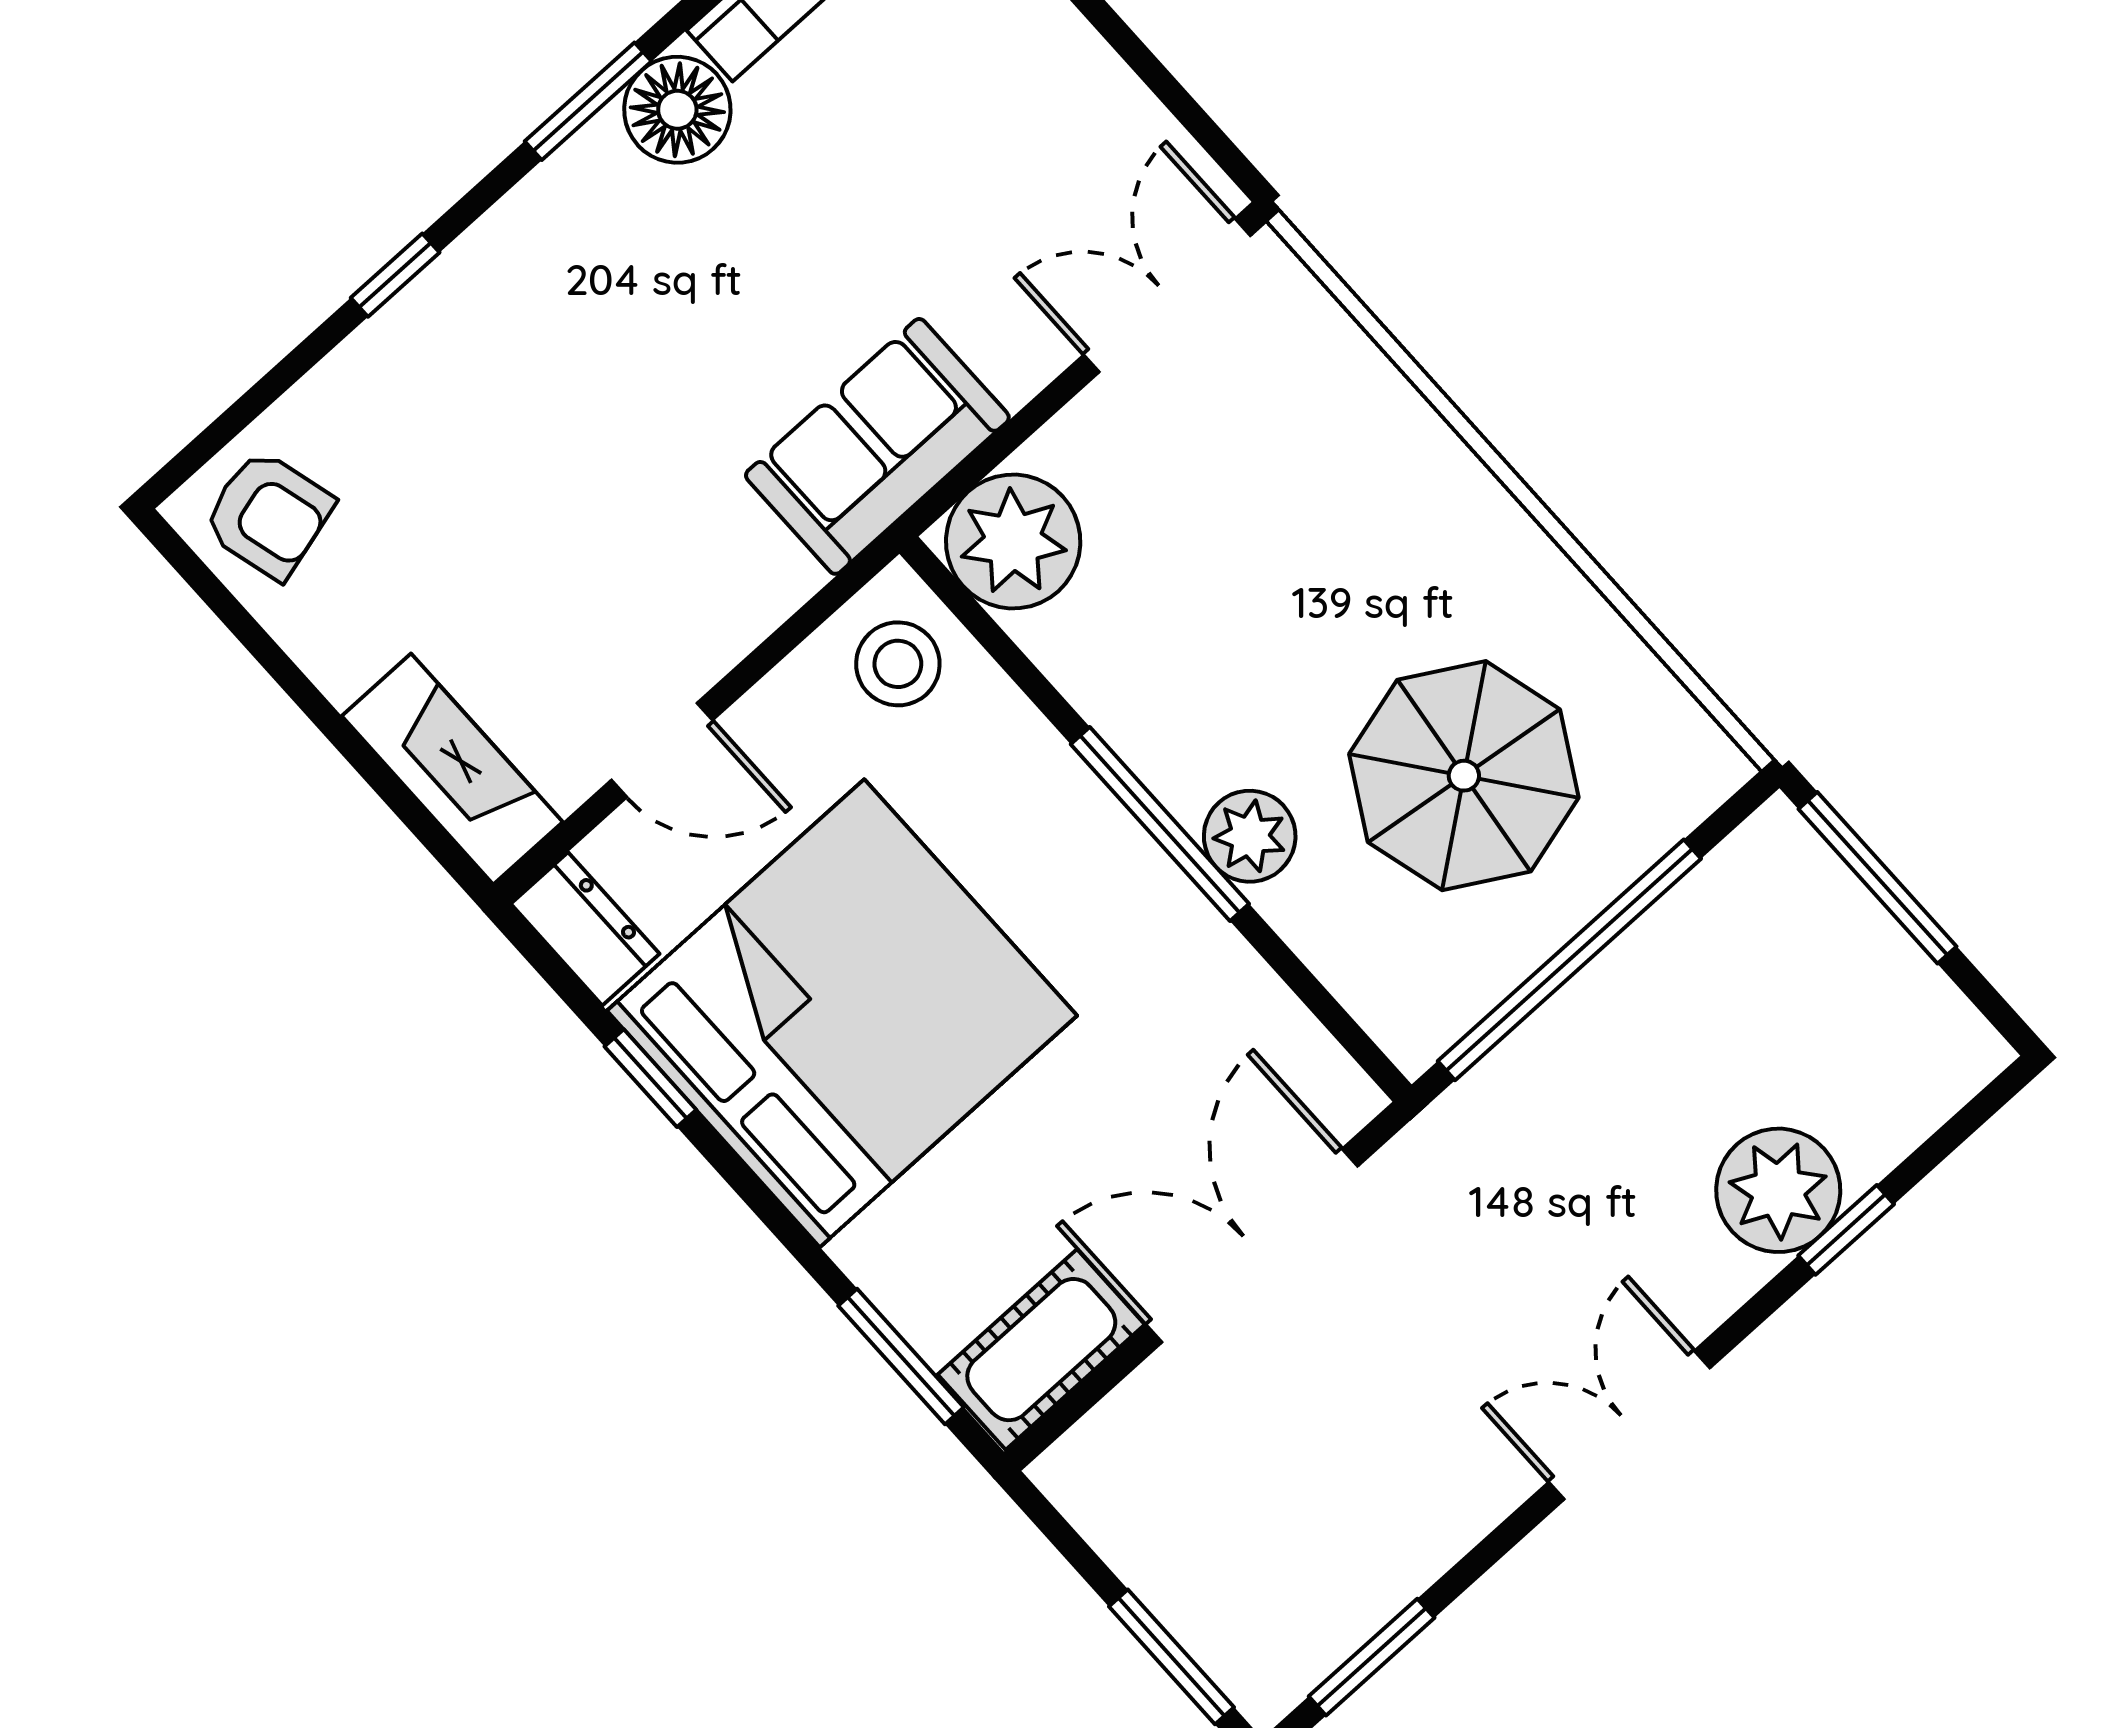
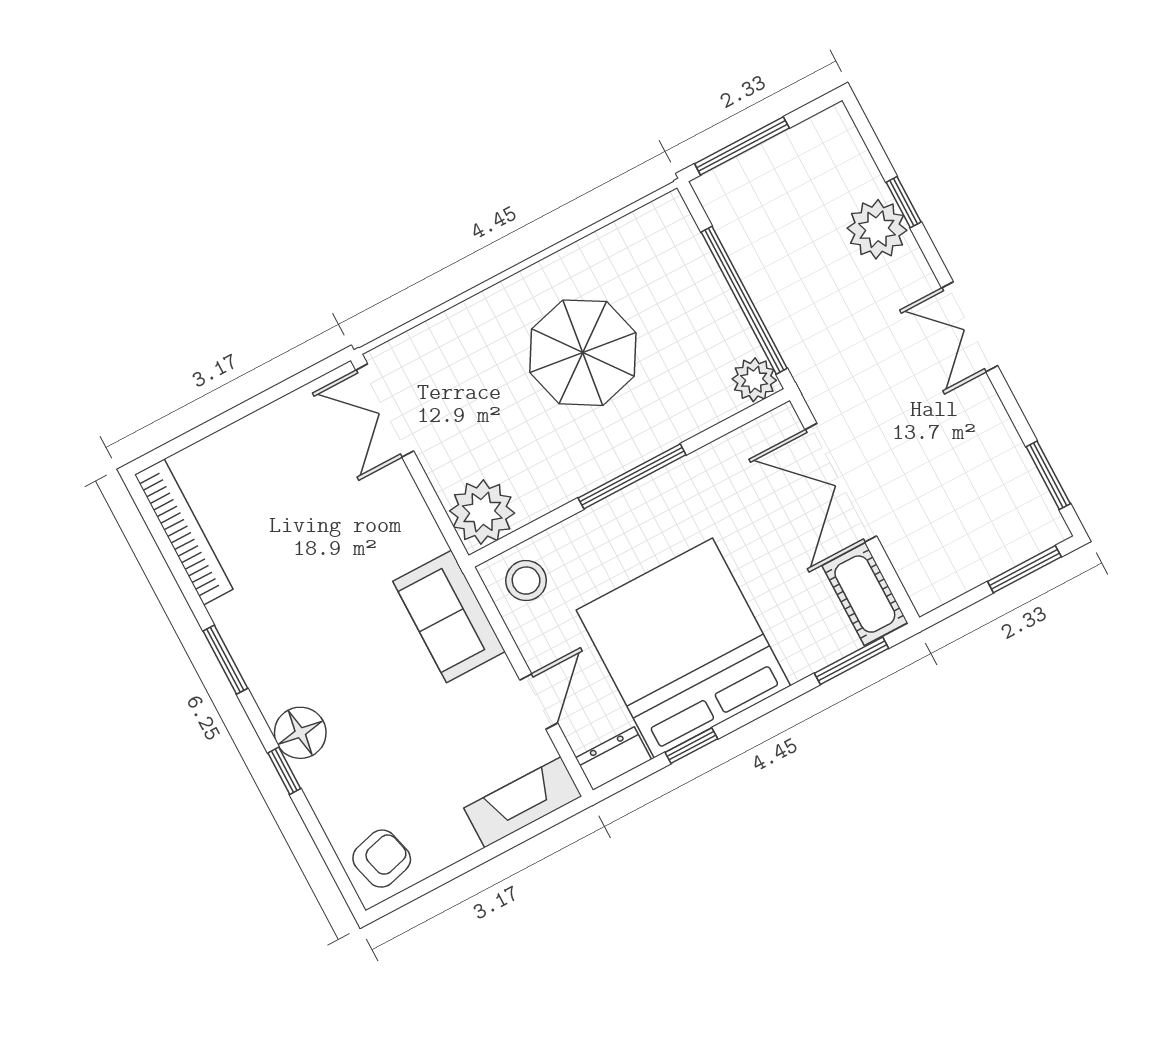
floor lamp: (677, 110) -> (300, 733), moved
sofa: (877, 446) -> (449, 616), moved
parasol: (1464, 776) -> (583, 353), moved
plant: (1250, 836) -> (754, 380), moved

